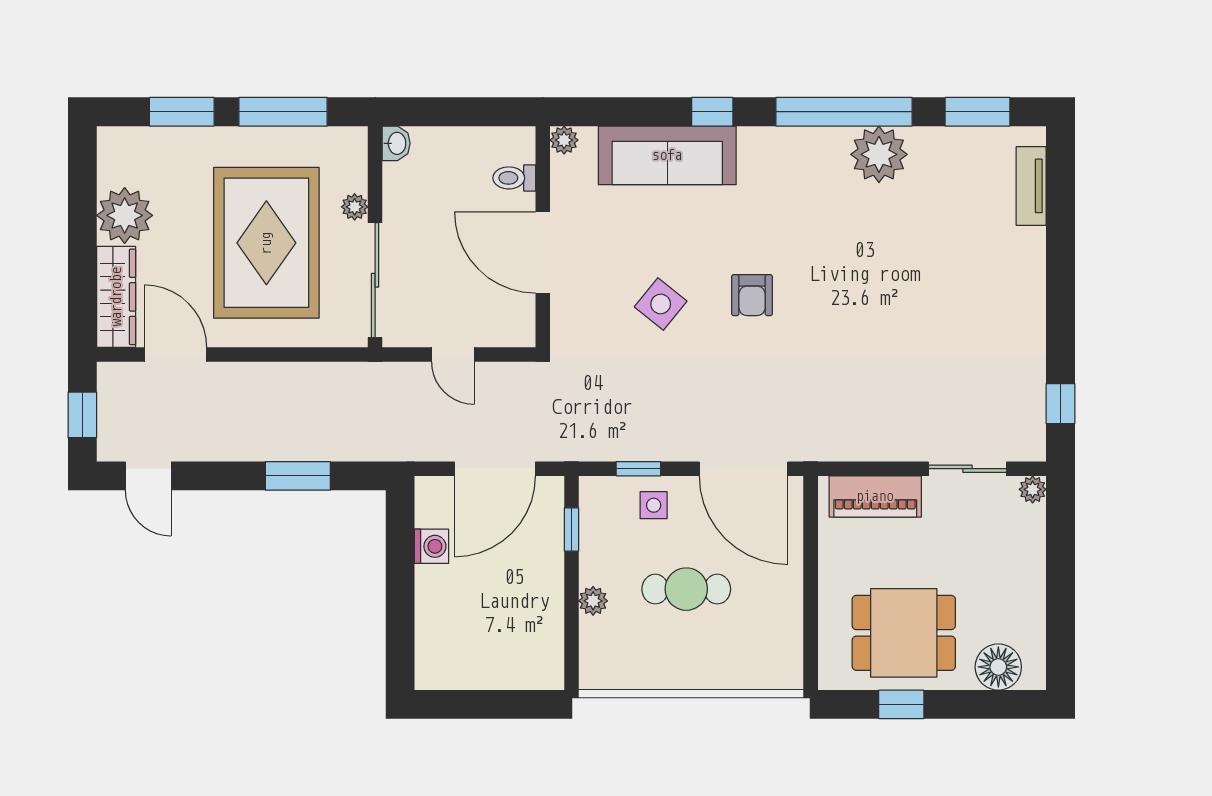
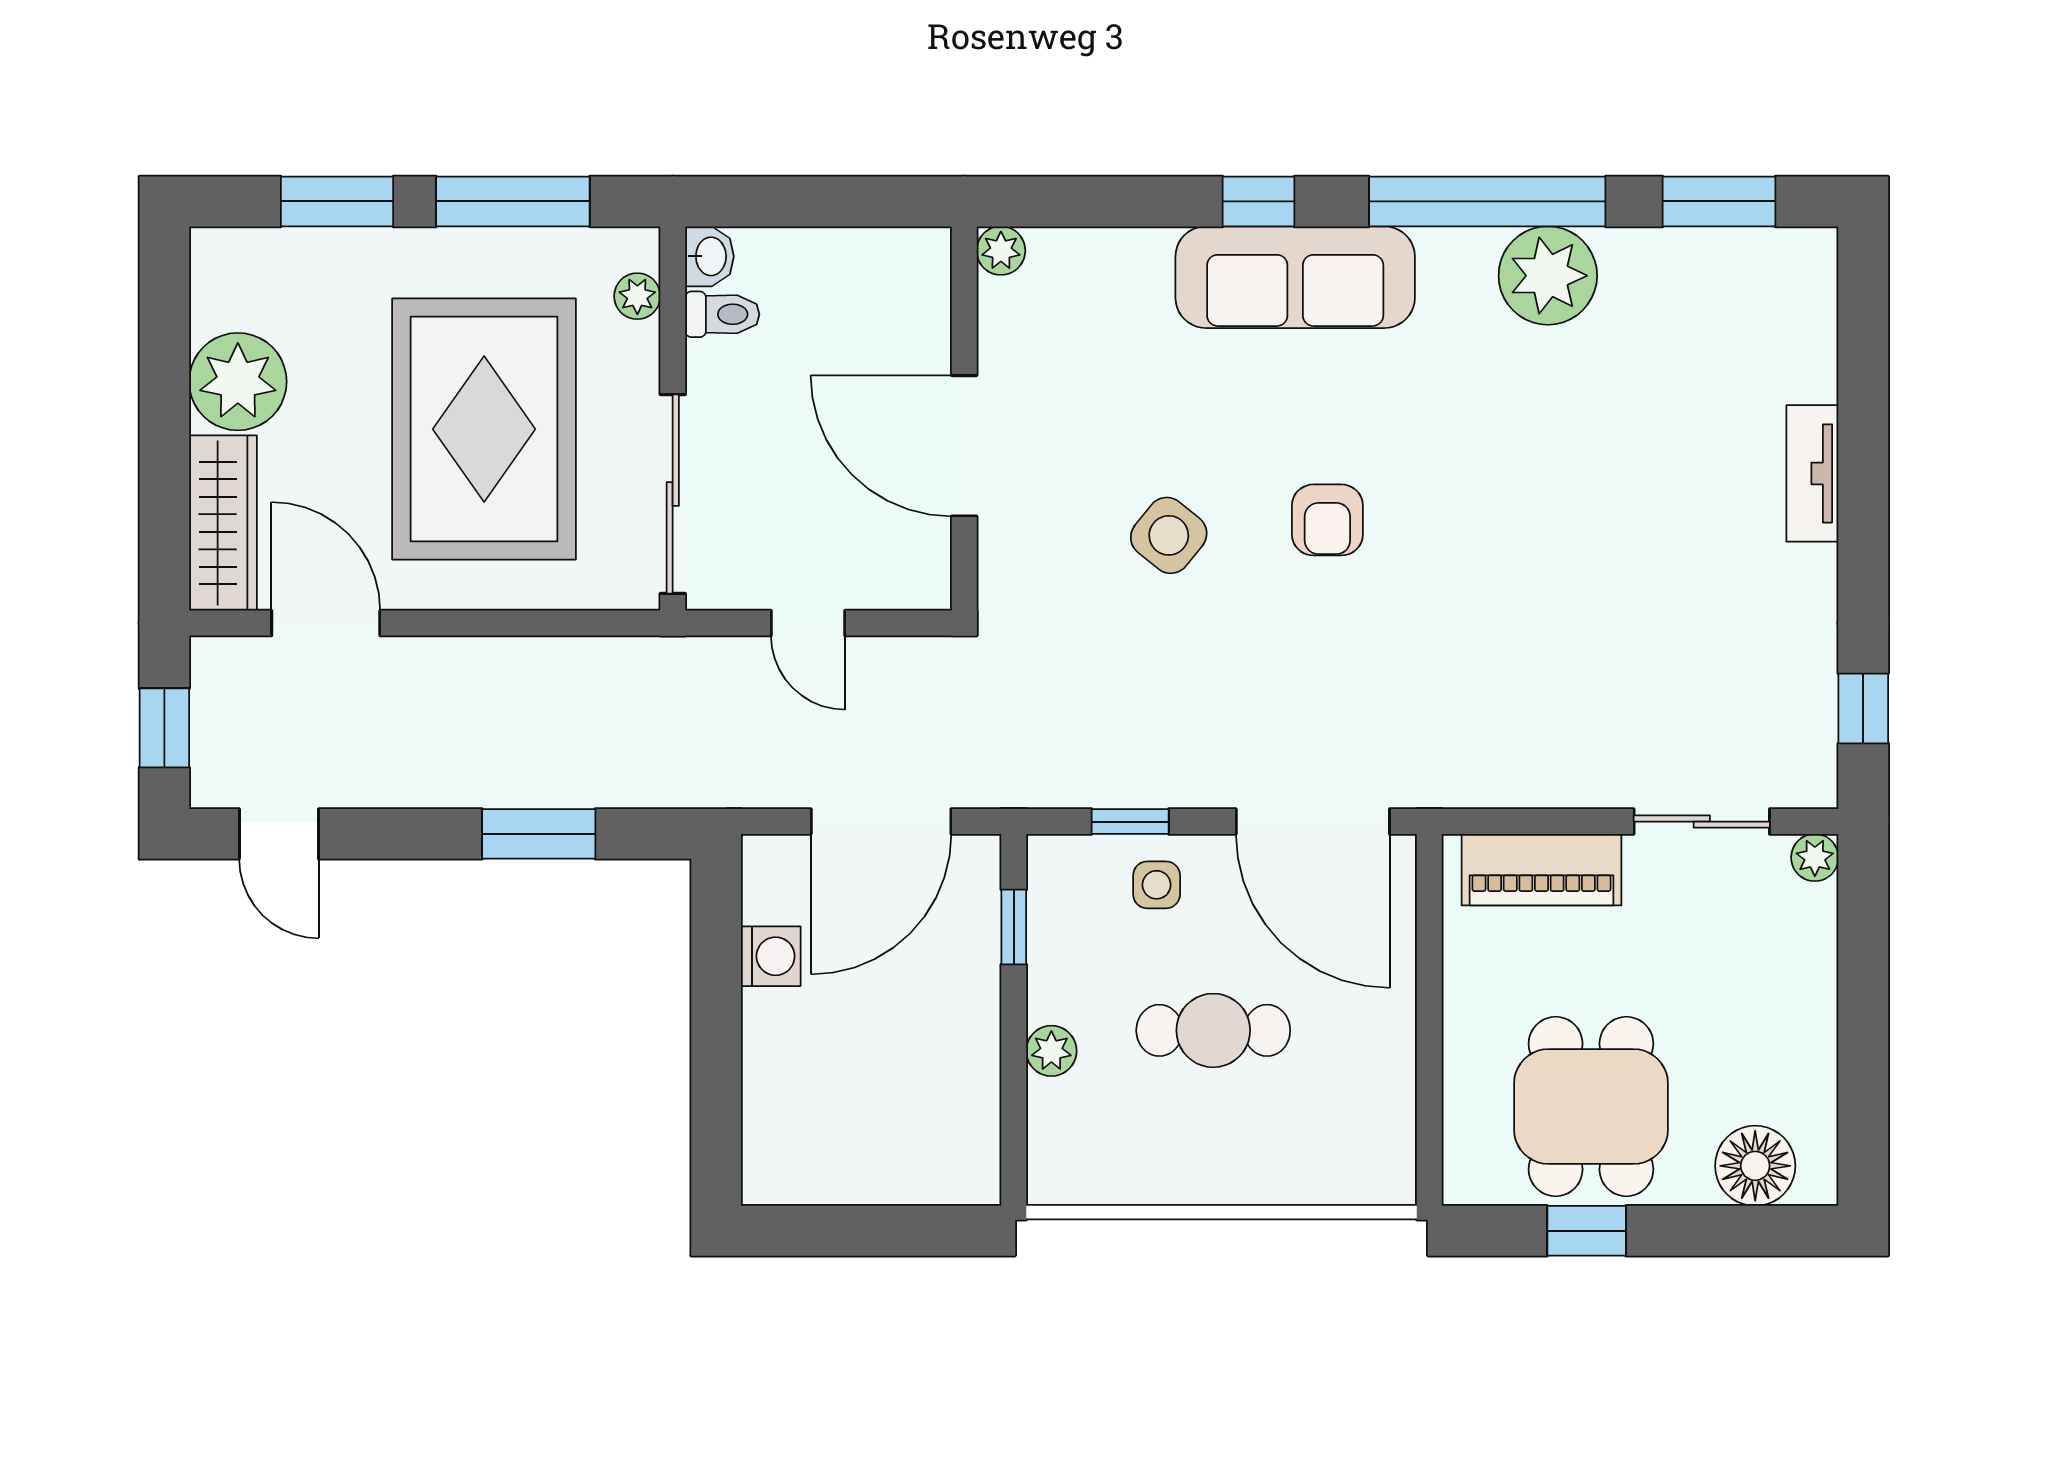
sofa: (667, 155) -> (1295, 277), moved
toilet: (514, 178) -> (722, 314), moved, turned 180
tv unit: (1031, 186) -> (1812, 473), moved
plant: (355, 207) -> (637, 296), moved
dining table: (904, 633) -> (1591, 1107), turned 90

